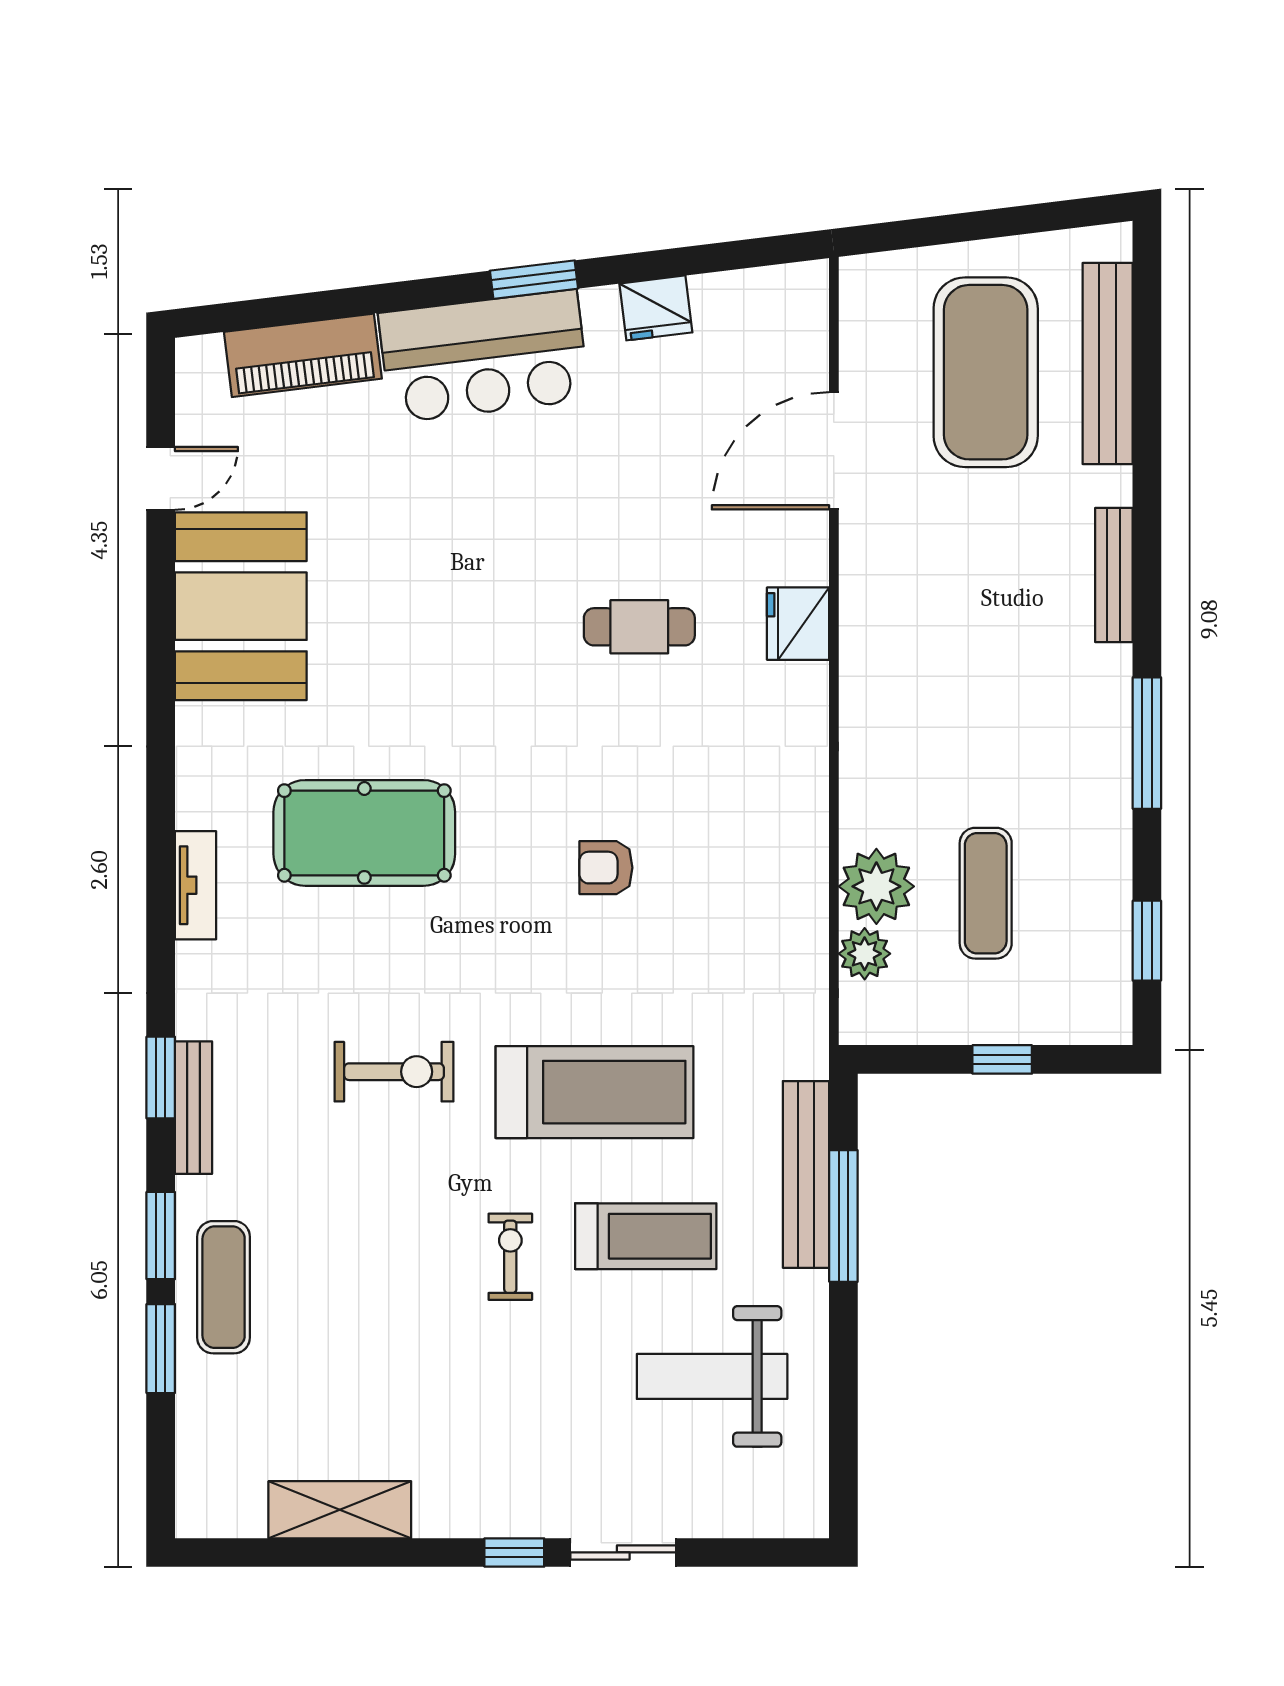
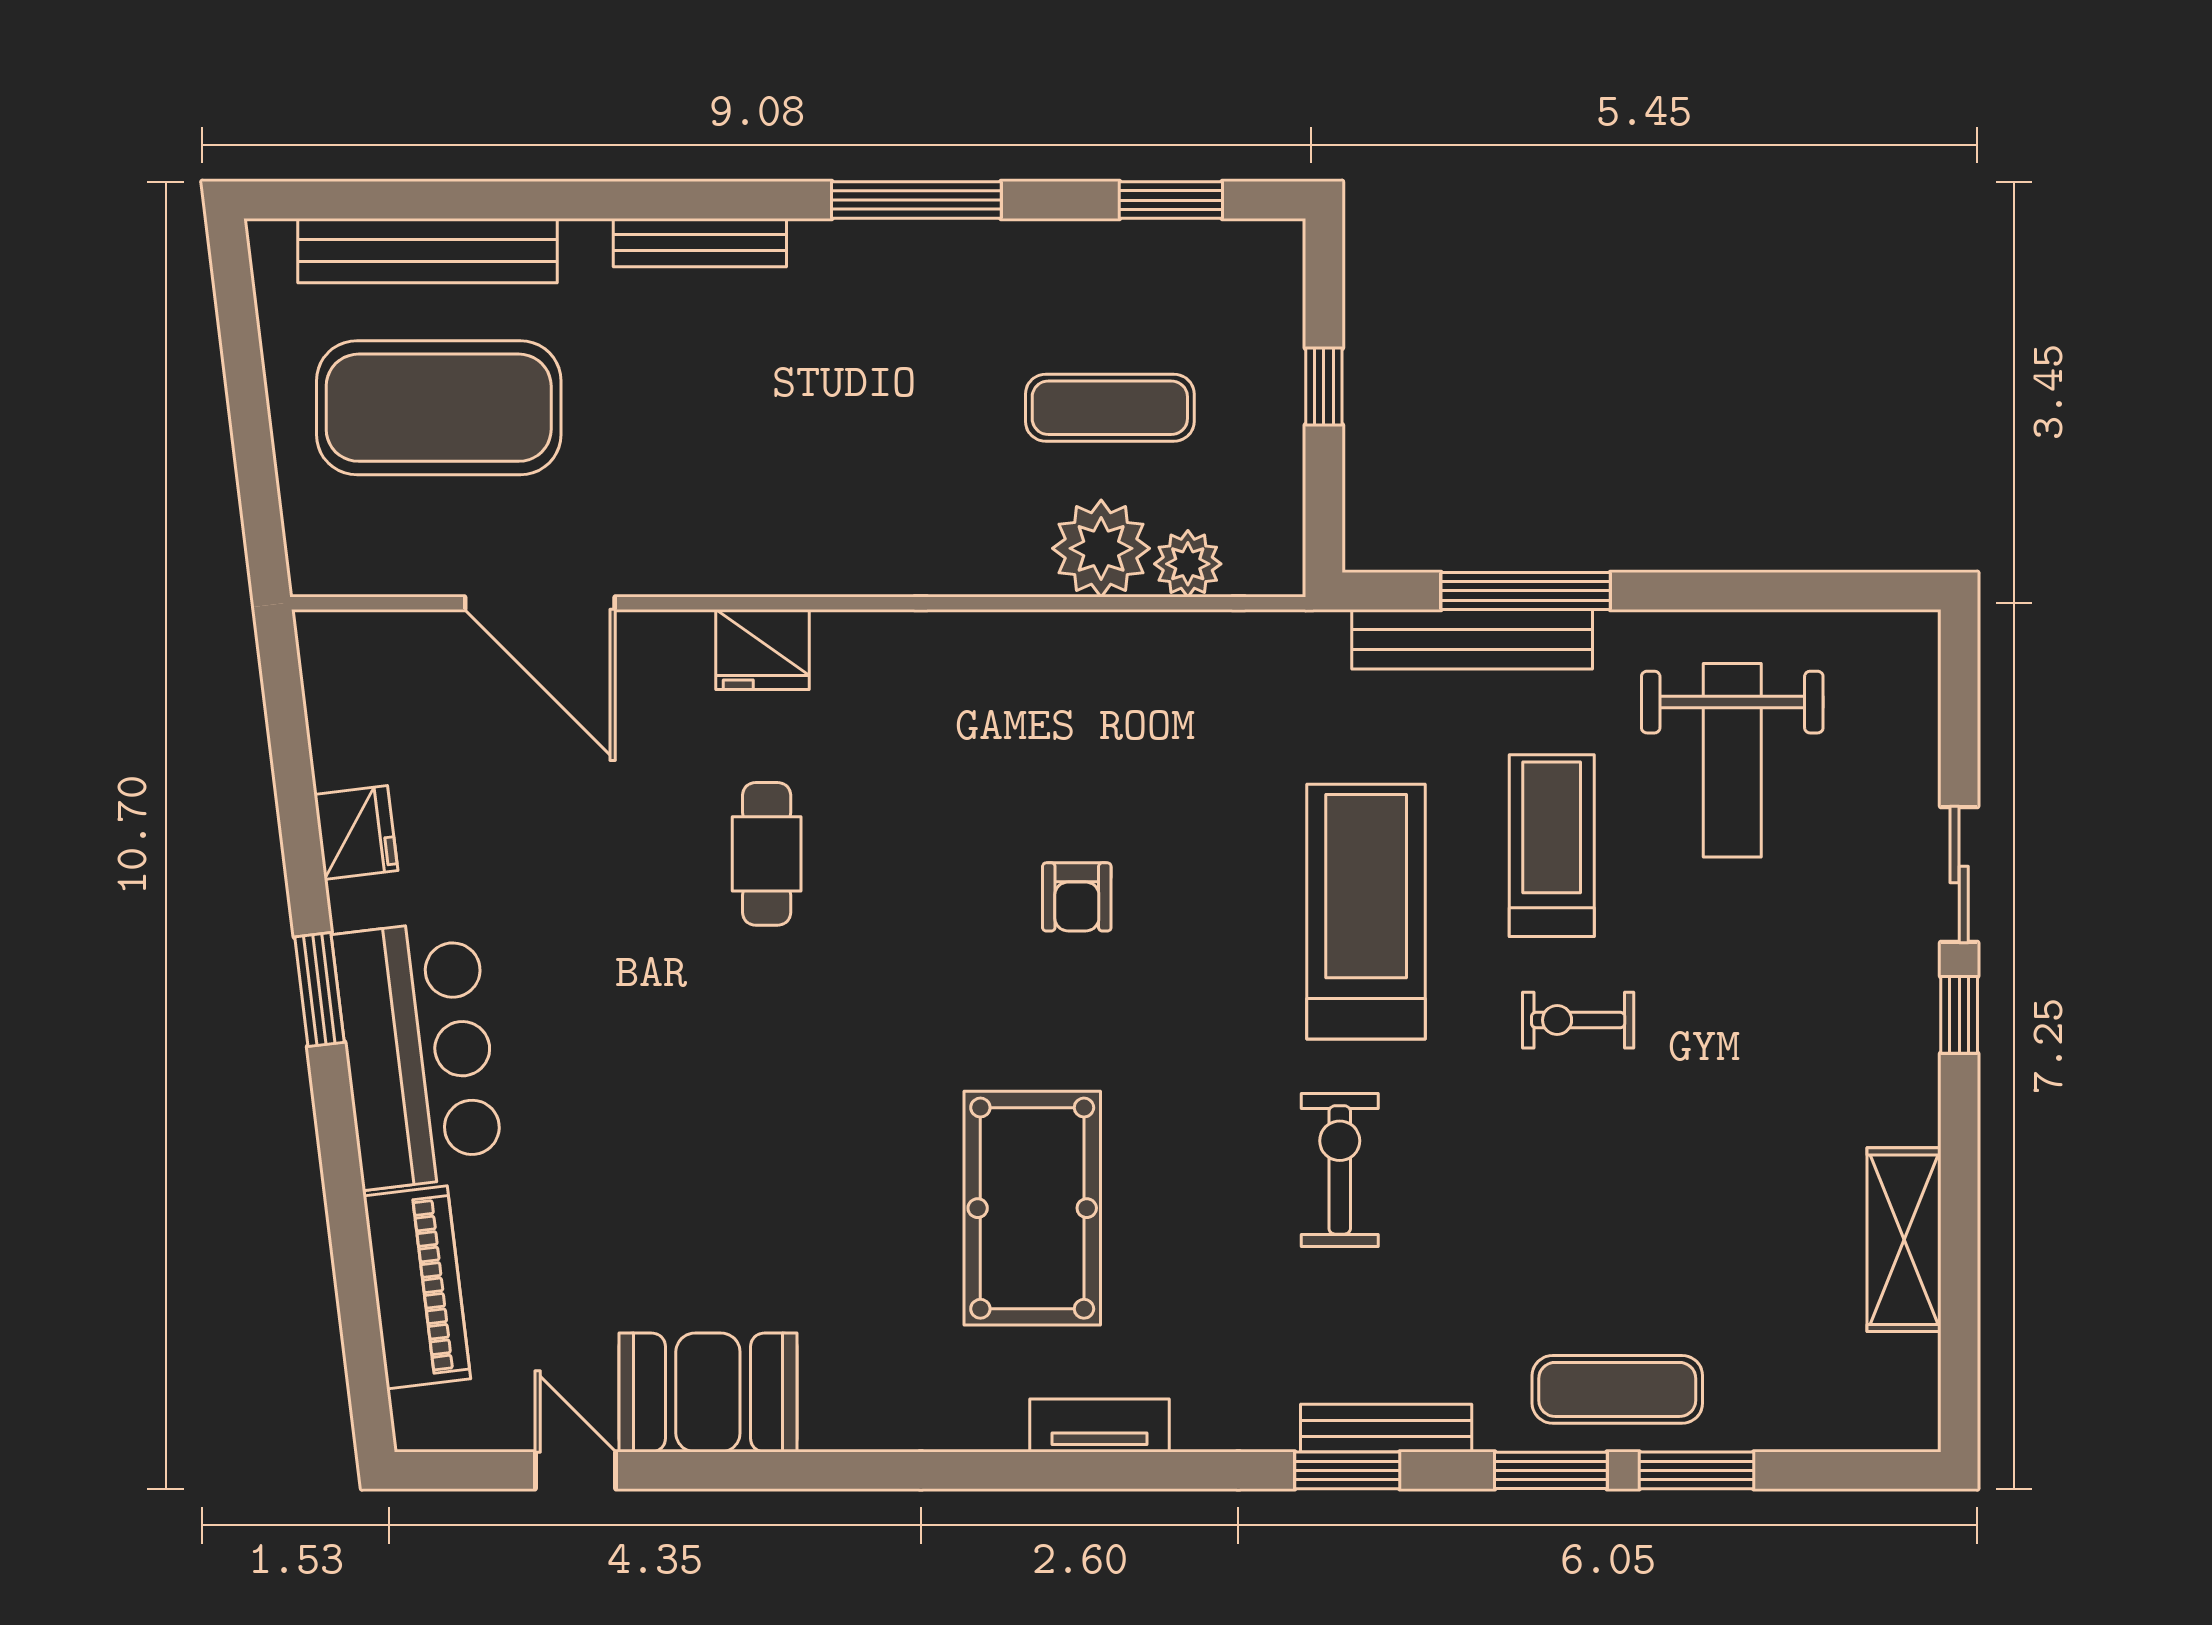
booth: (241, 606) -> (708, 1392), width x0.73, depth x0.70

